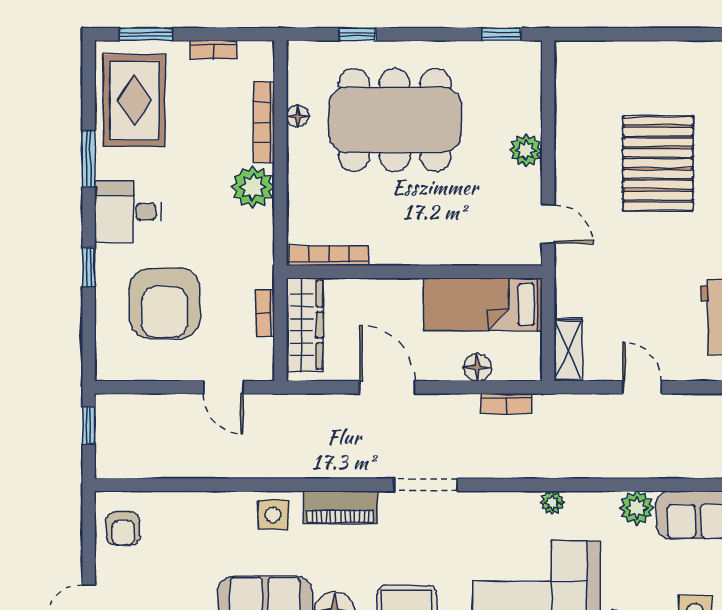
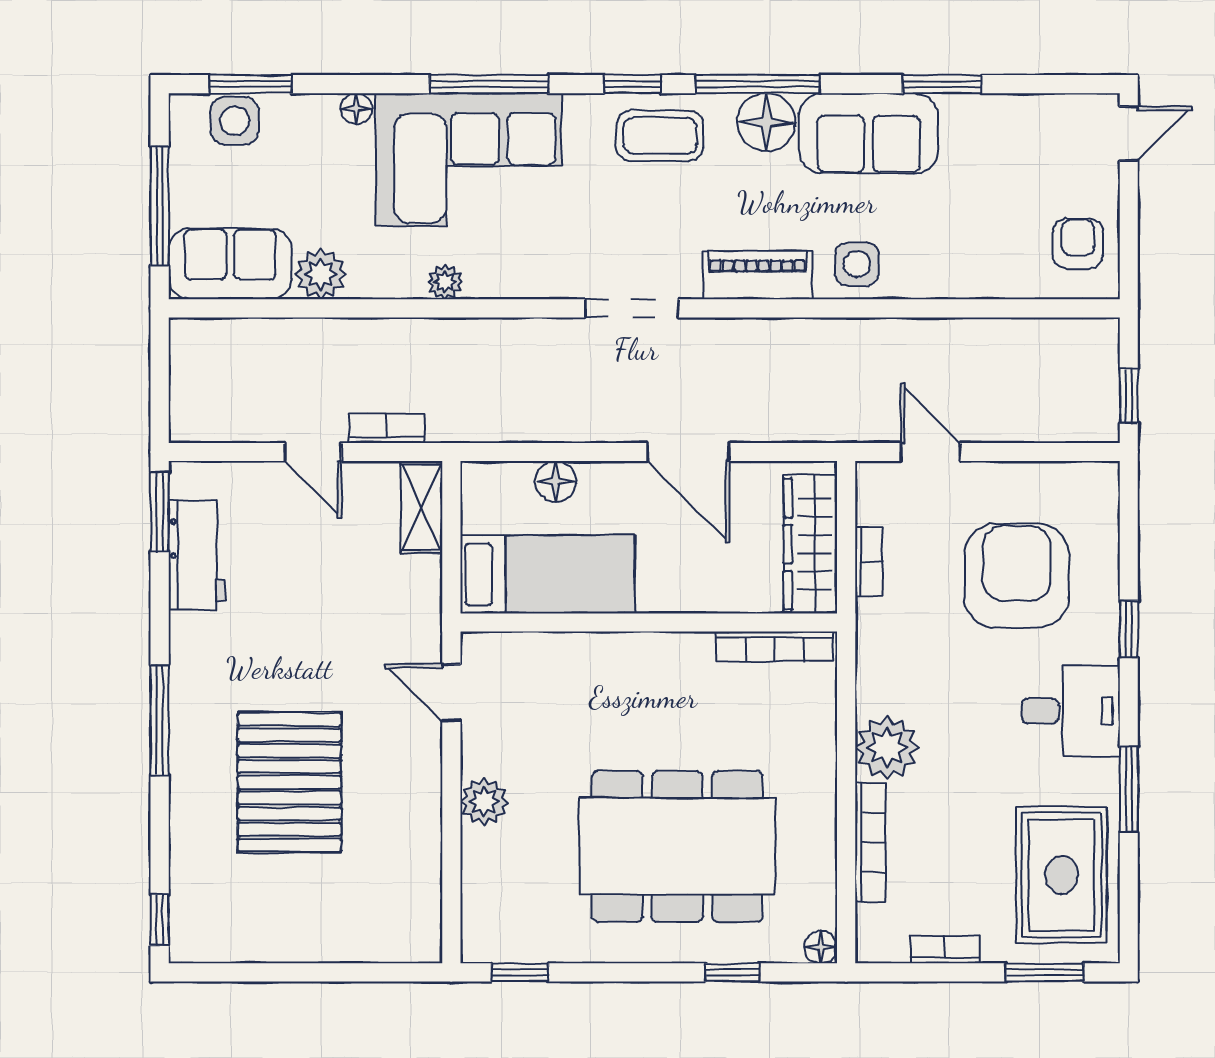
floor lamp: (298, 116) -> (821, 947), moved
bookcase: (506, 404) -> (387, 428), moved

